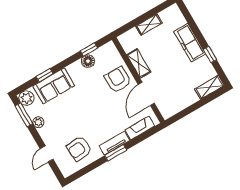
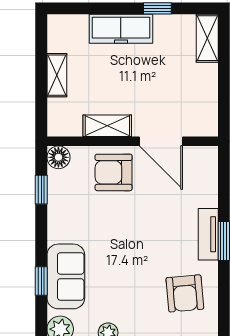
floor lamp: (88, 61) -> (58, 157), moved
fireplace: (140, 128) -> (207, 182), removed

